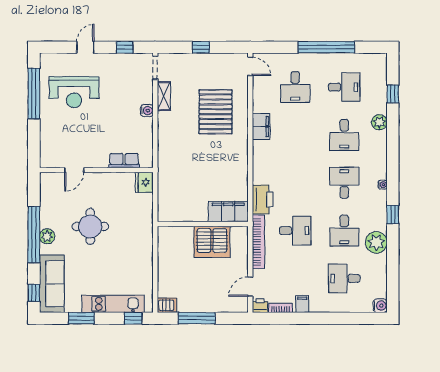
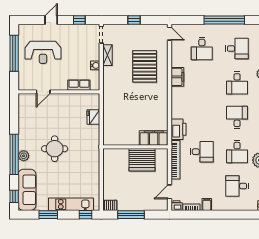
row of seats: (124, 161) -> (79, 85), moved
door: (74, 170) -> (43, 92), moved
wall: (96, 170) -> (59, 92), moved

